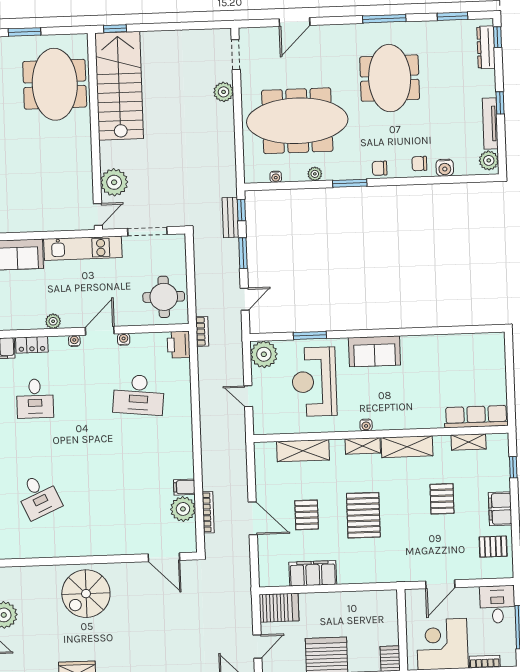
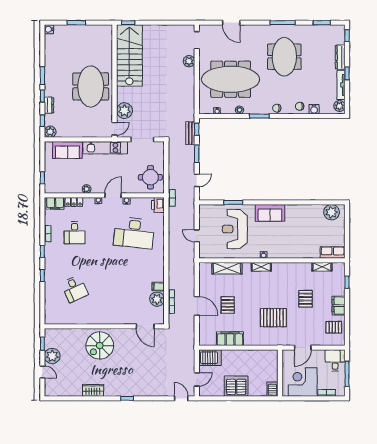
door: (295, 22) -> (231, 23), hinge flipped
dresser: (486, 47) -> (340, 57), moved
meeting table: (55, 84) -> (91, 87), moved
plant: (264, 354) -> (332, 212), moved
desk: (139, 395) -> (134, 233), width x1.36, depth x1.30
row of seats: (476, 417) -> (333, 252), width x0.68
shelving: (407, 447) -> (287, 268), removed
pallet: (363, 515) -> (273, 318), moved, turned 90

